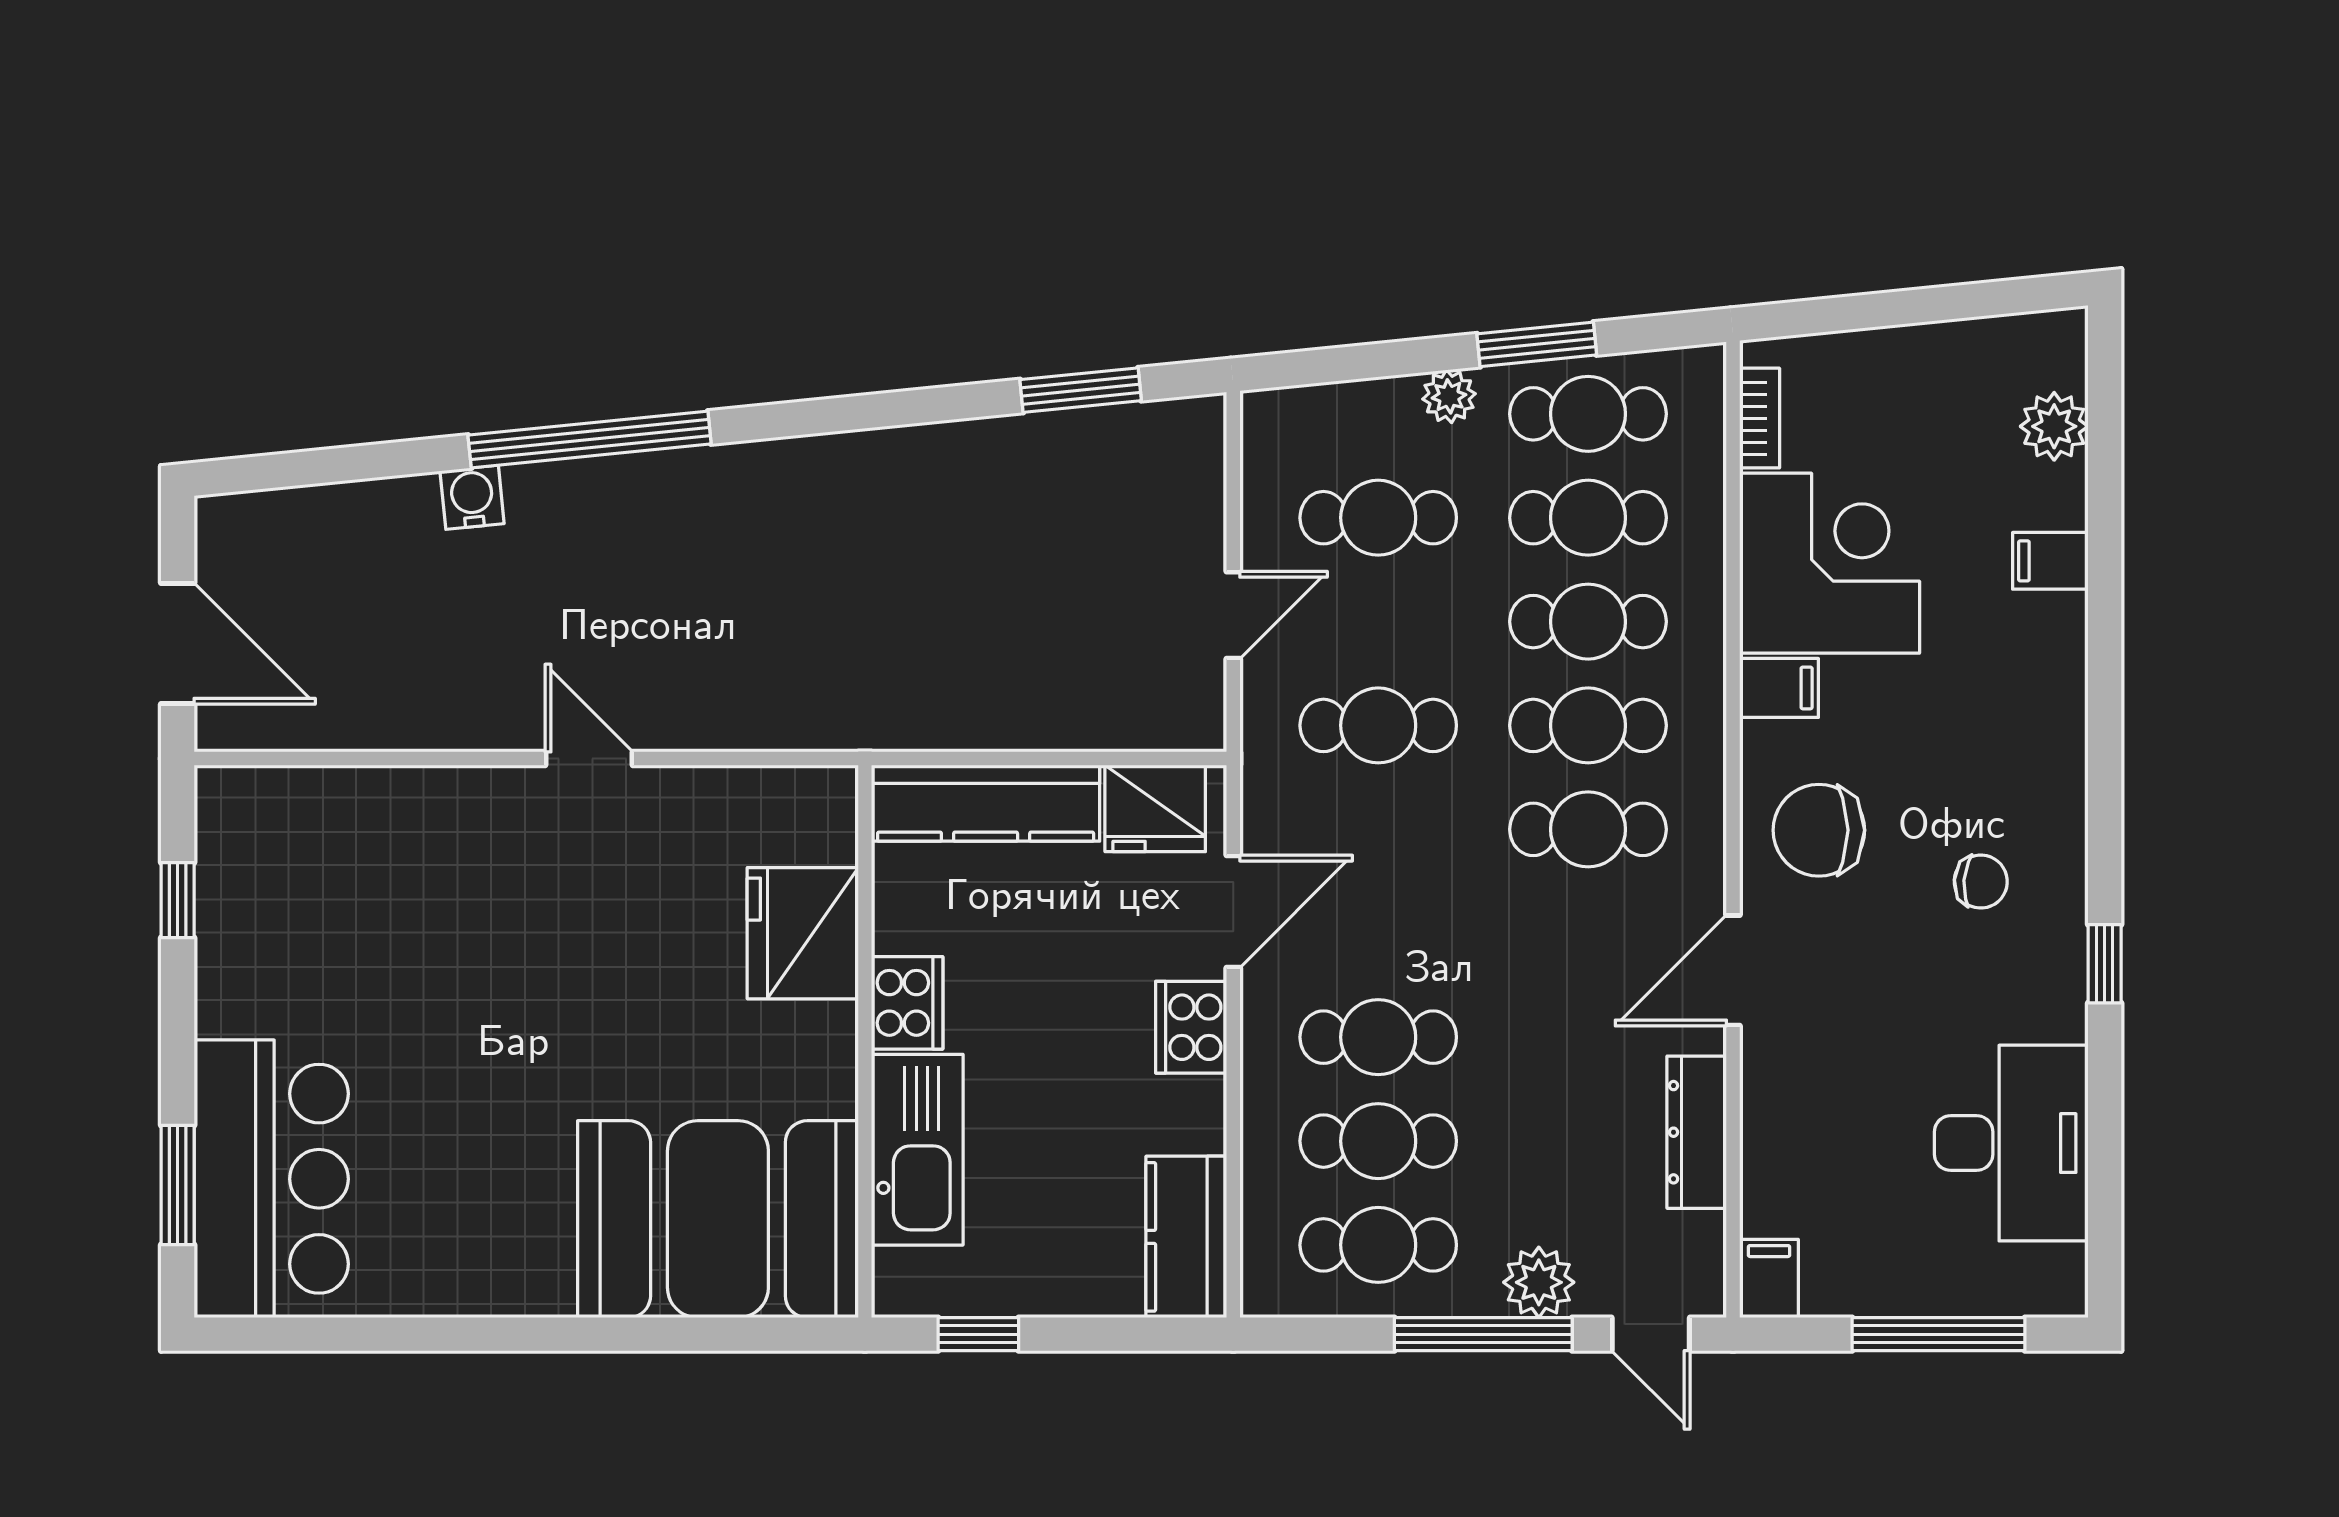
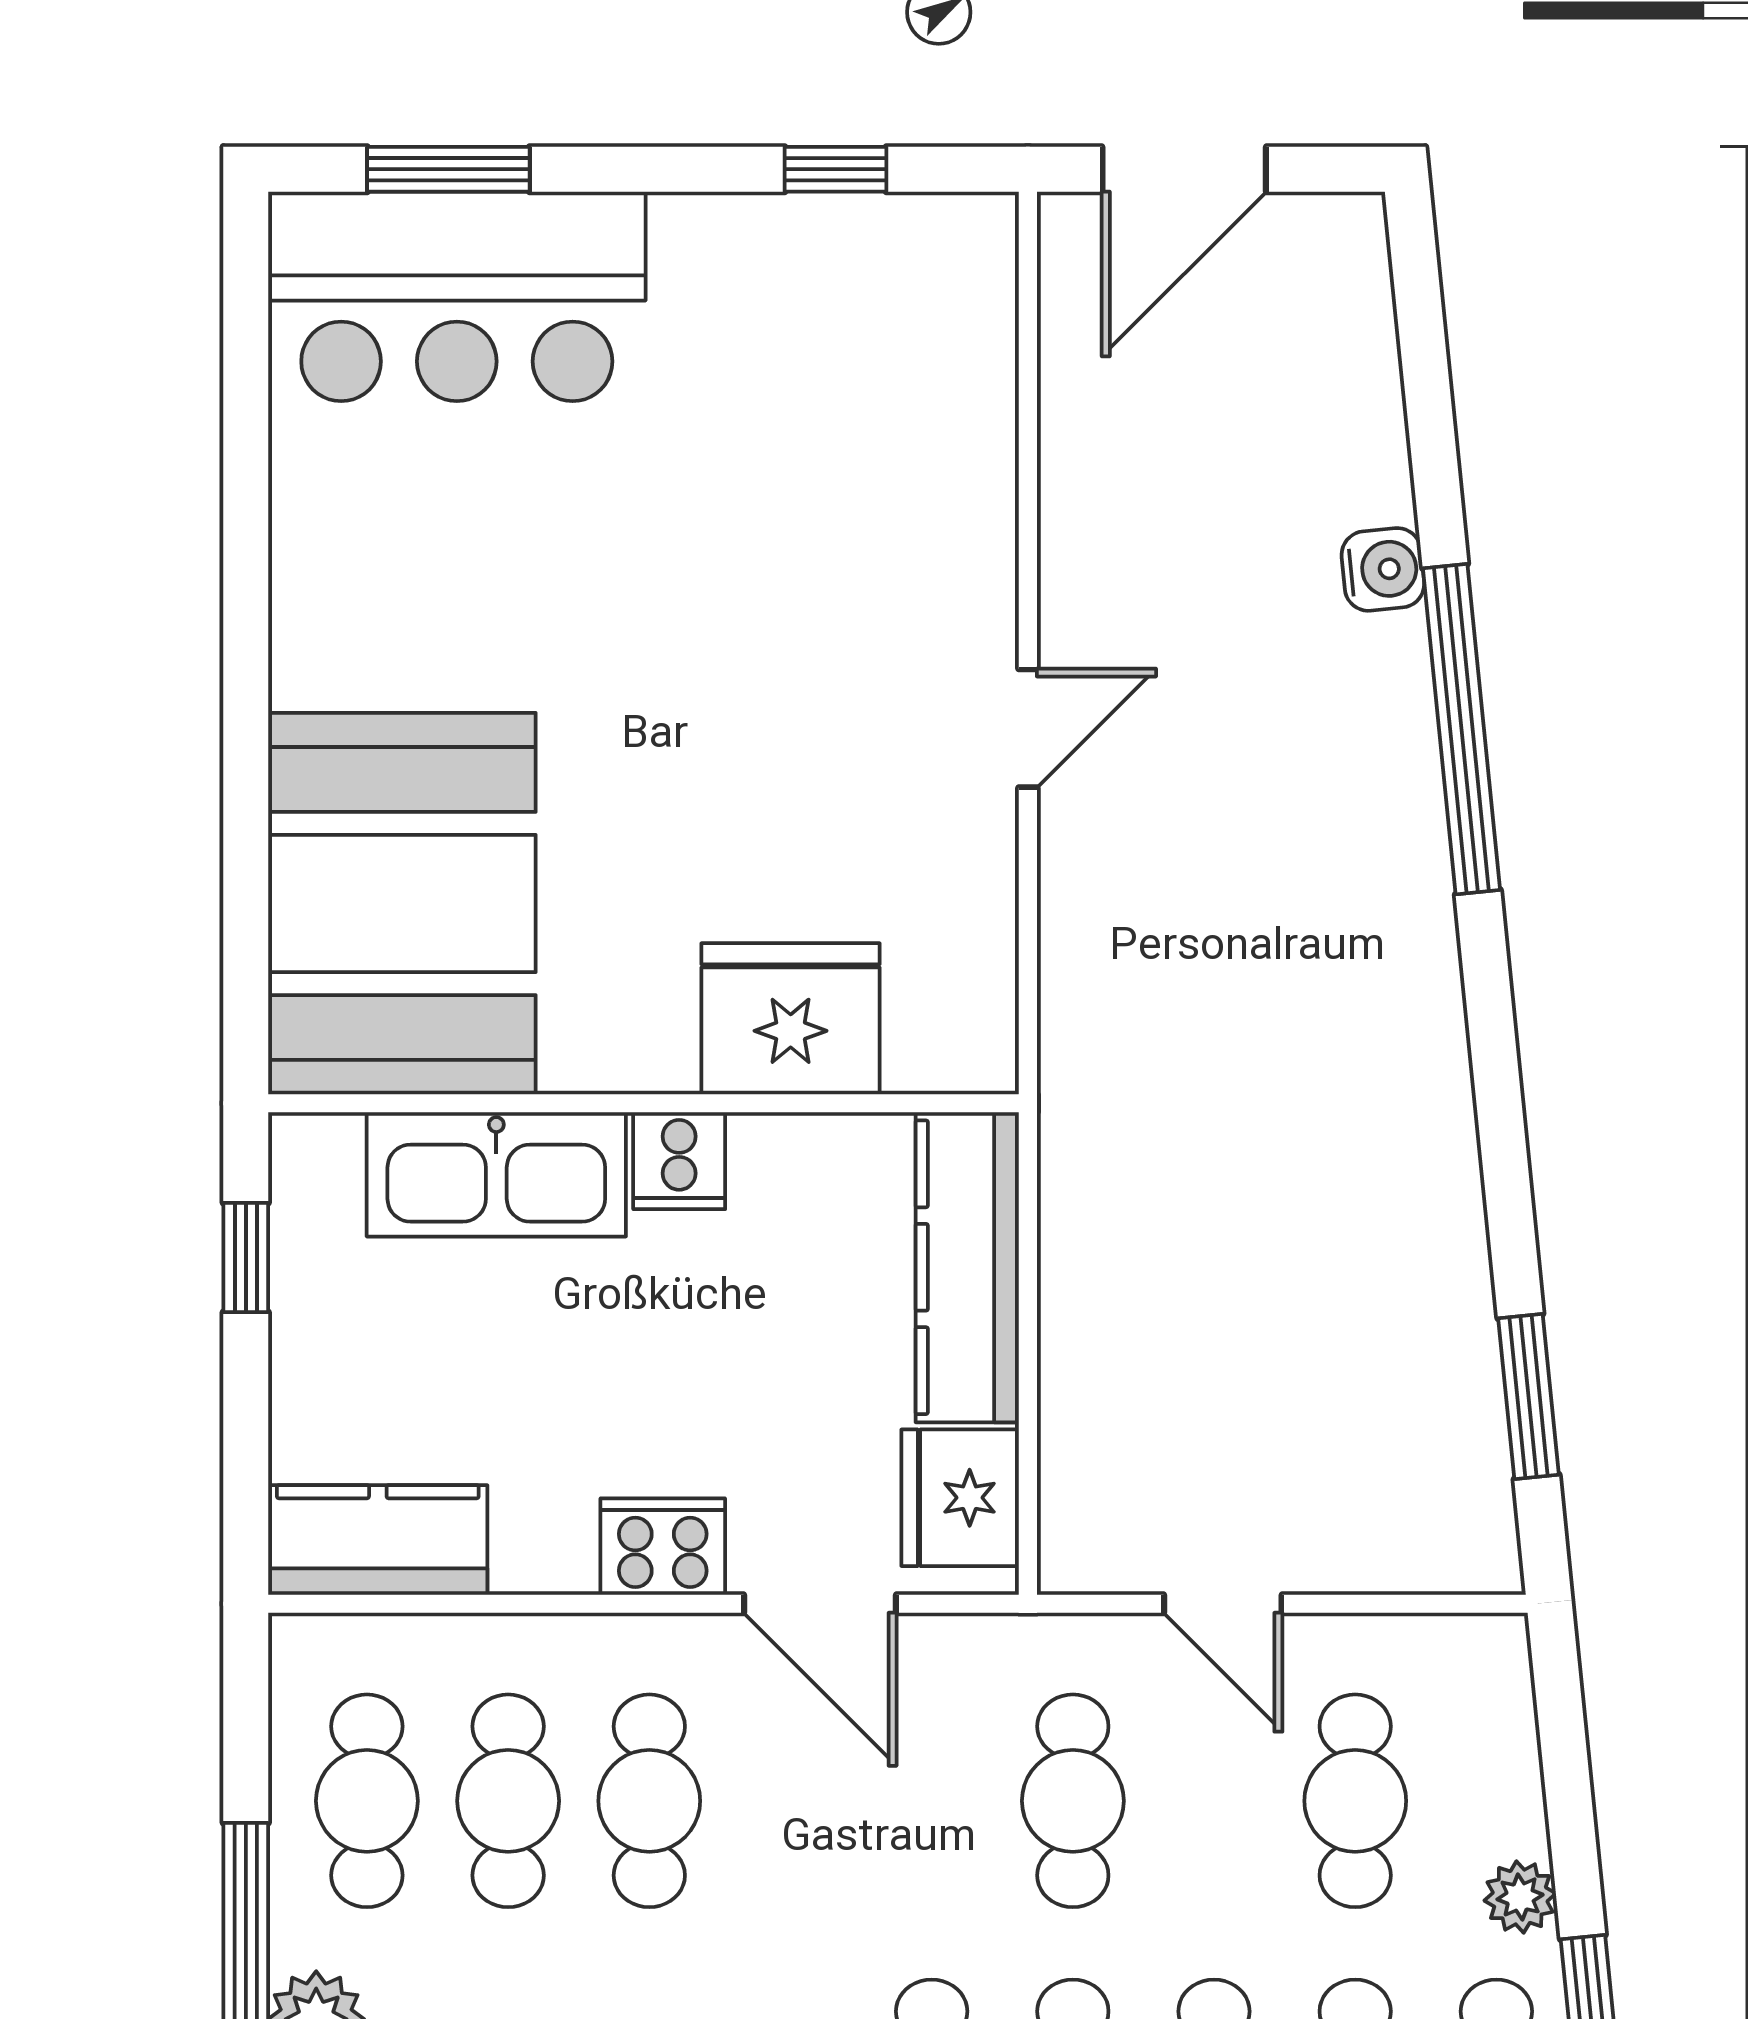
cooker: (907, 1003) -> (679, 1161), width x0.73

